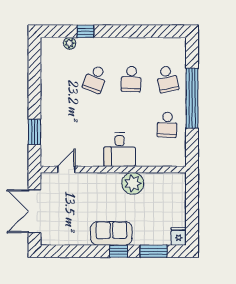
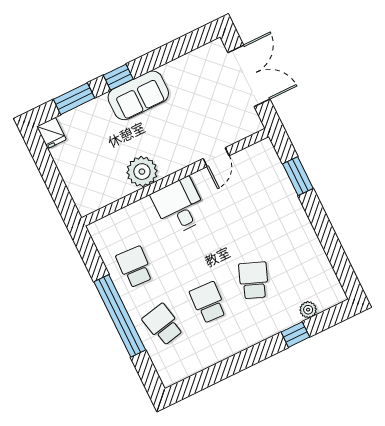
door: (66, 170) -> (216, 157), moved

